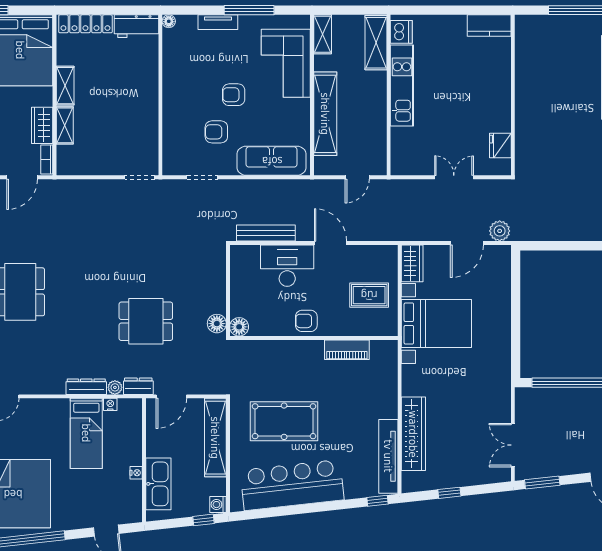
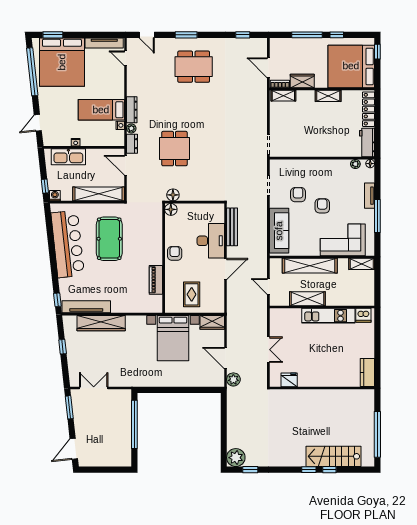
shelving: (376, 43) -> (307, 299), moved
plant: (169, 44) -> (355, 164), added
shelving: (65, 125) -> (283, 96), moved

